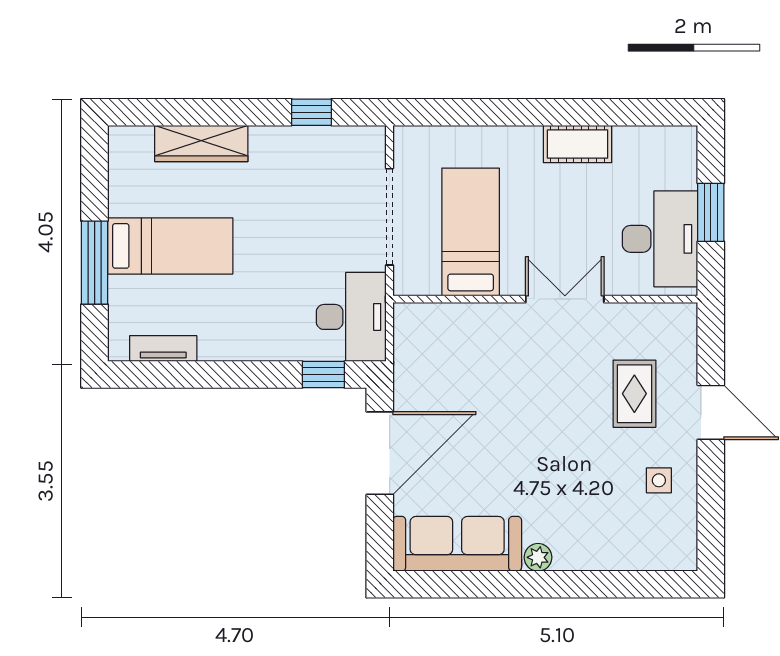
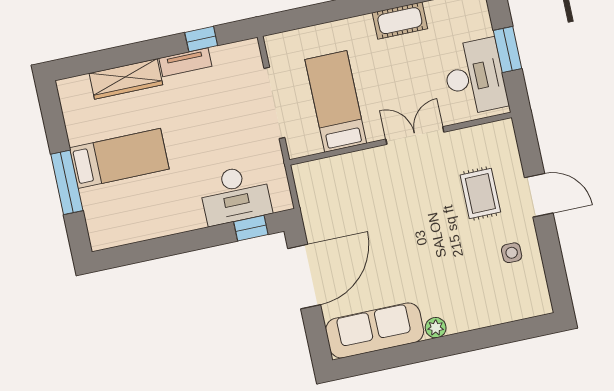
desk: (351, 317) -> (235, 195), moved, turned 90
tv unit: (163, 349) -> (185, 62), moved, turned 180

